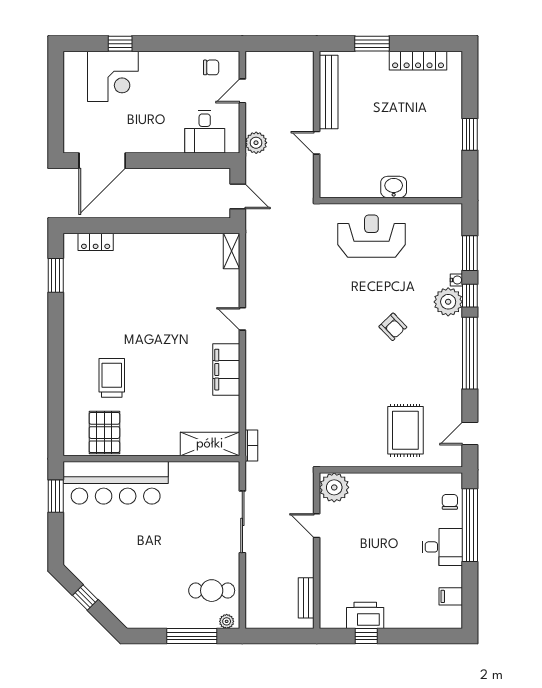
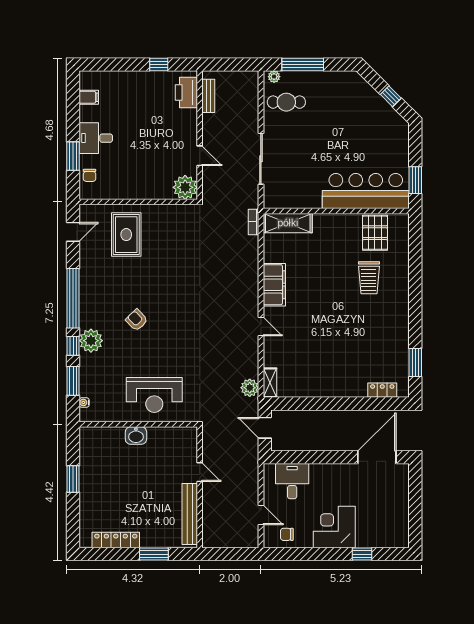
corner desk: (113, 76) -> (334, 527), moved
door: (242, 91) -> (261, 515), hinge flipped
plant: (256, 143) -> (250, 388), moved
water cooler: (456, 280) -> (84, 402), moved
window: (470, 525) -> (73, 156), width x0.47
printer: (365, 615) -> (186, 92), moved, turned 90

